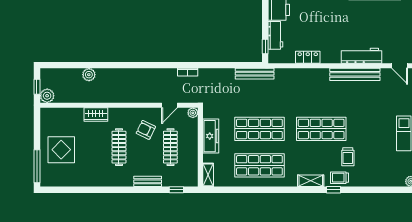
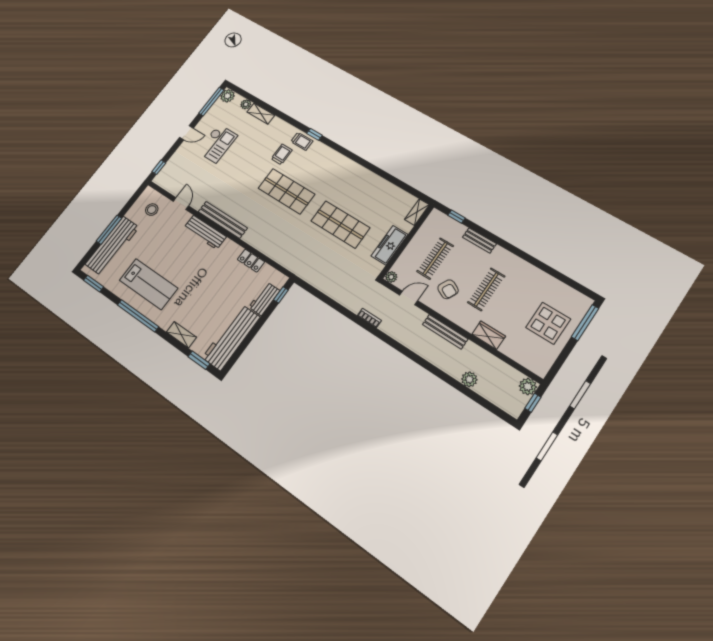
bench: (255, 74) -> (445, 332), moved
shop shelf: (259, 165) -> (364, 193), removed
shelving: (311, 181) -> (261, 114), moved

